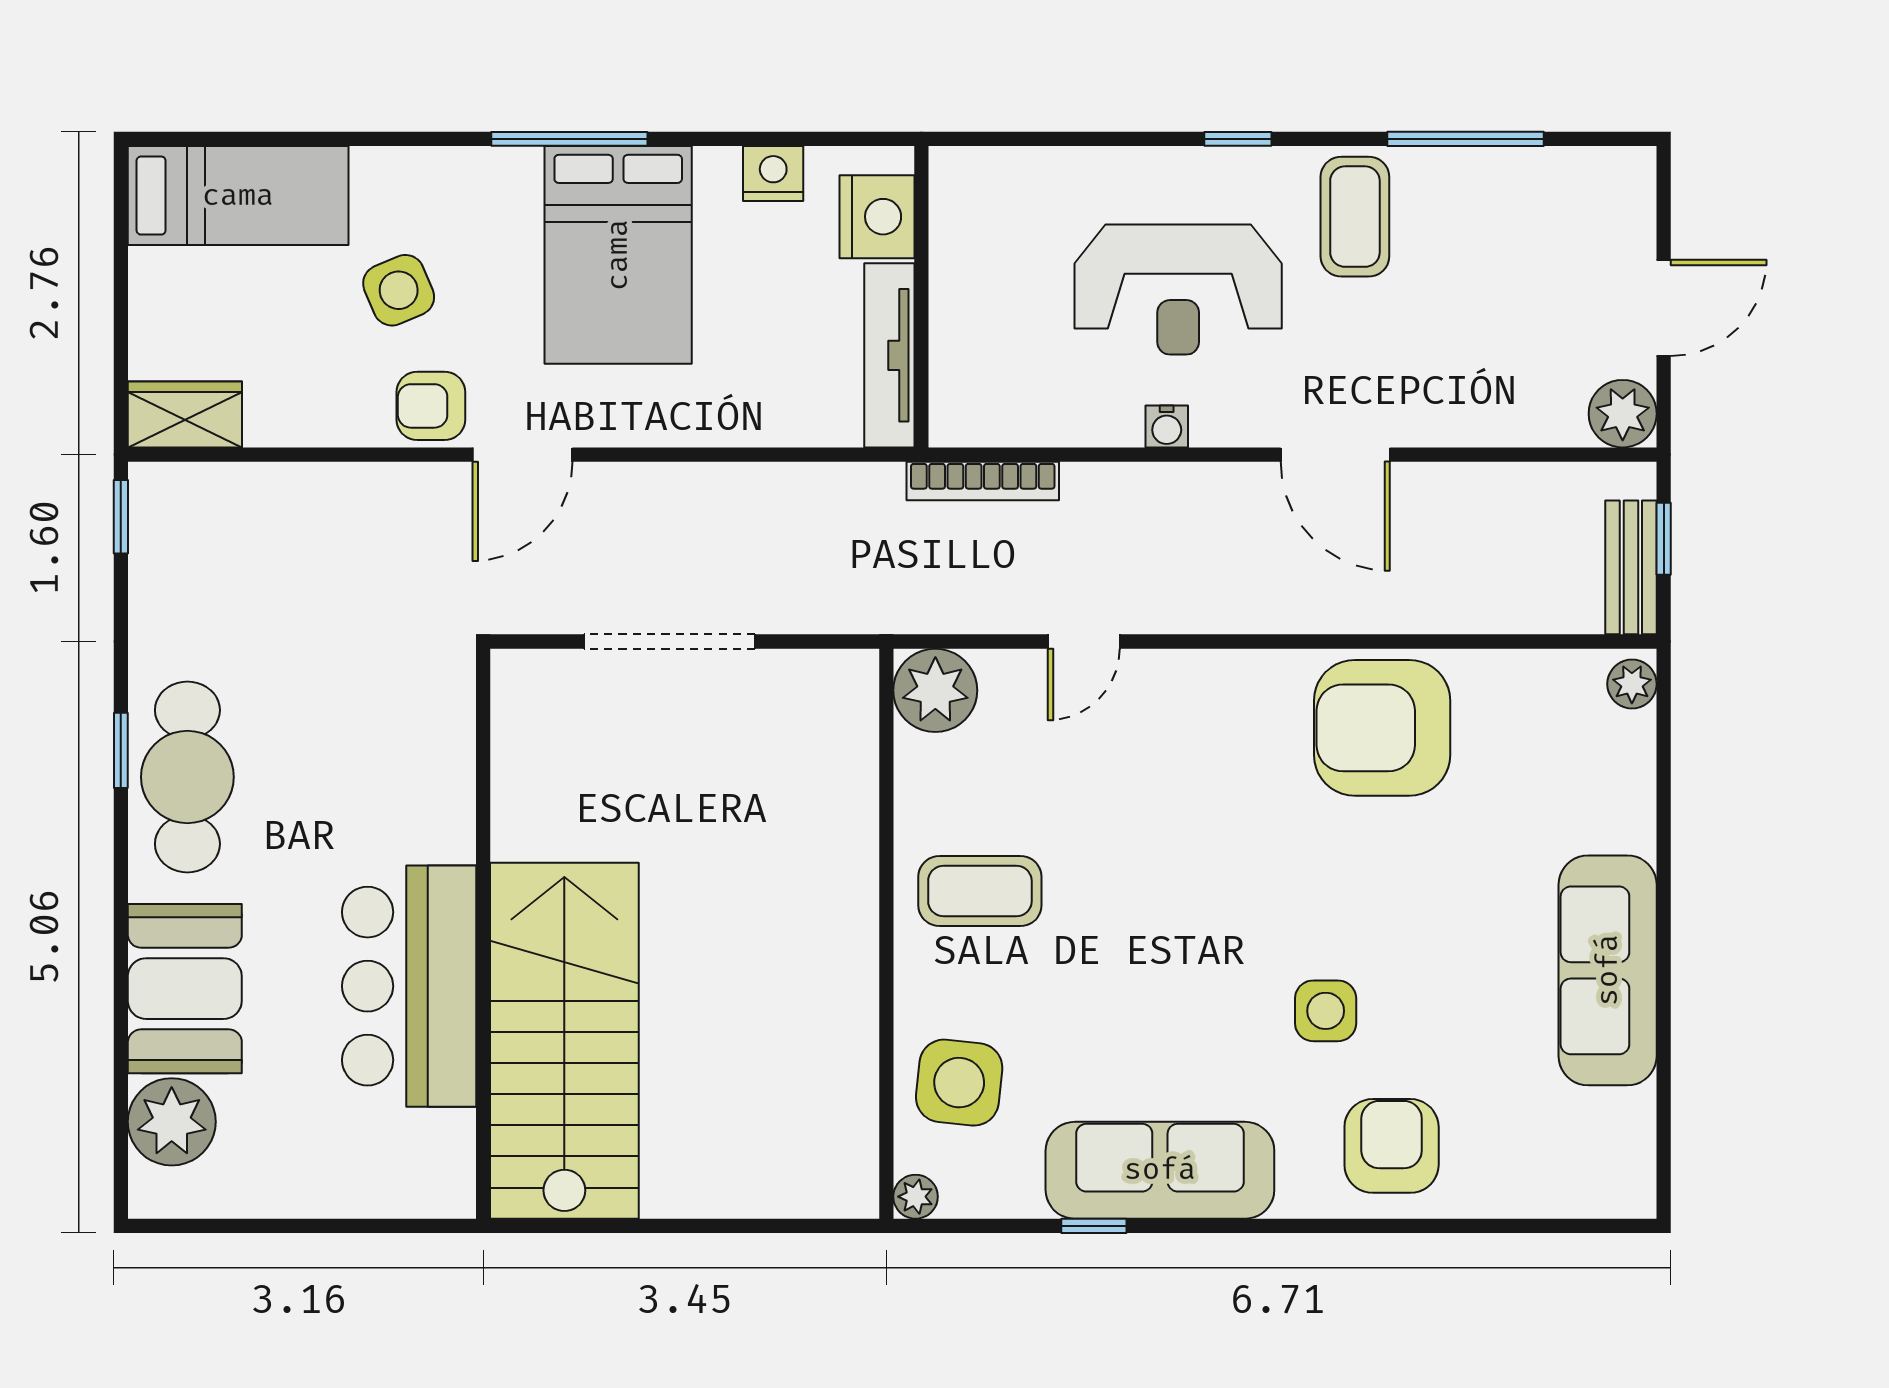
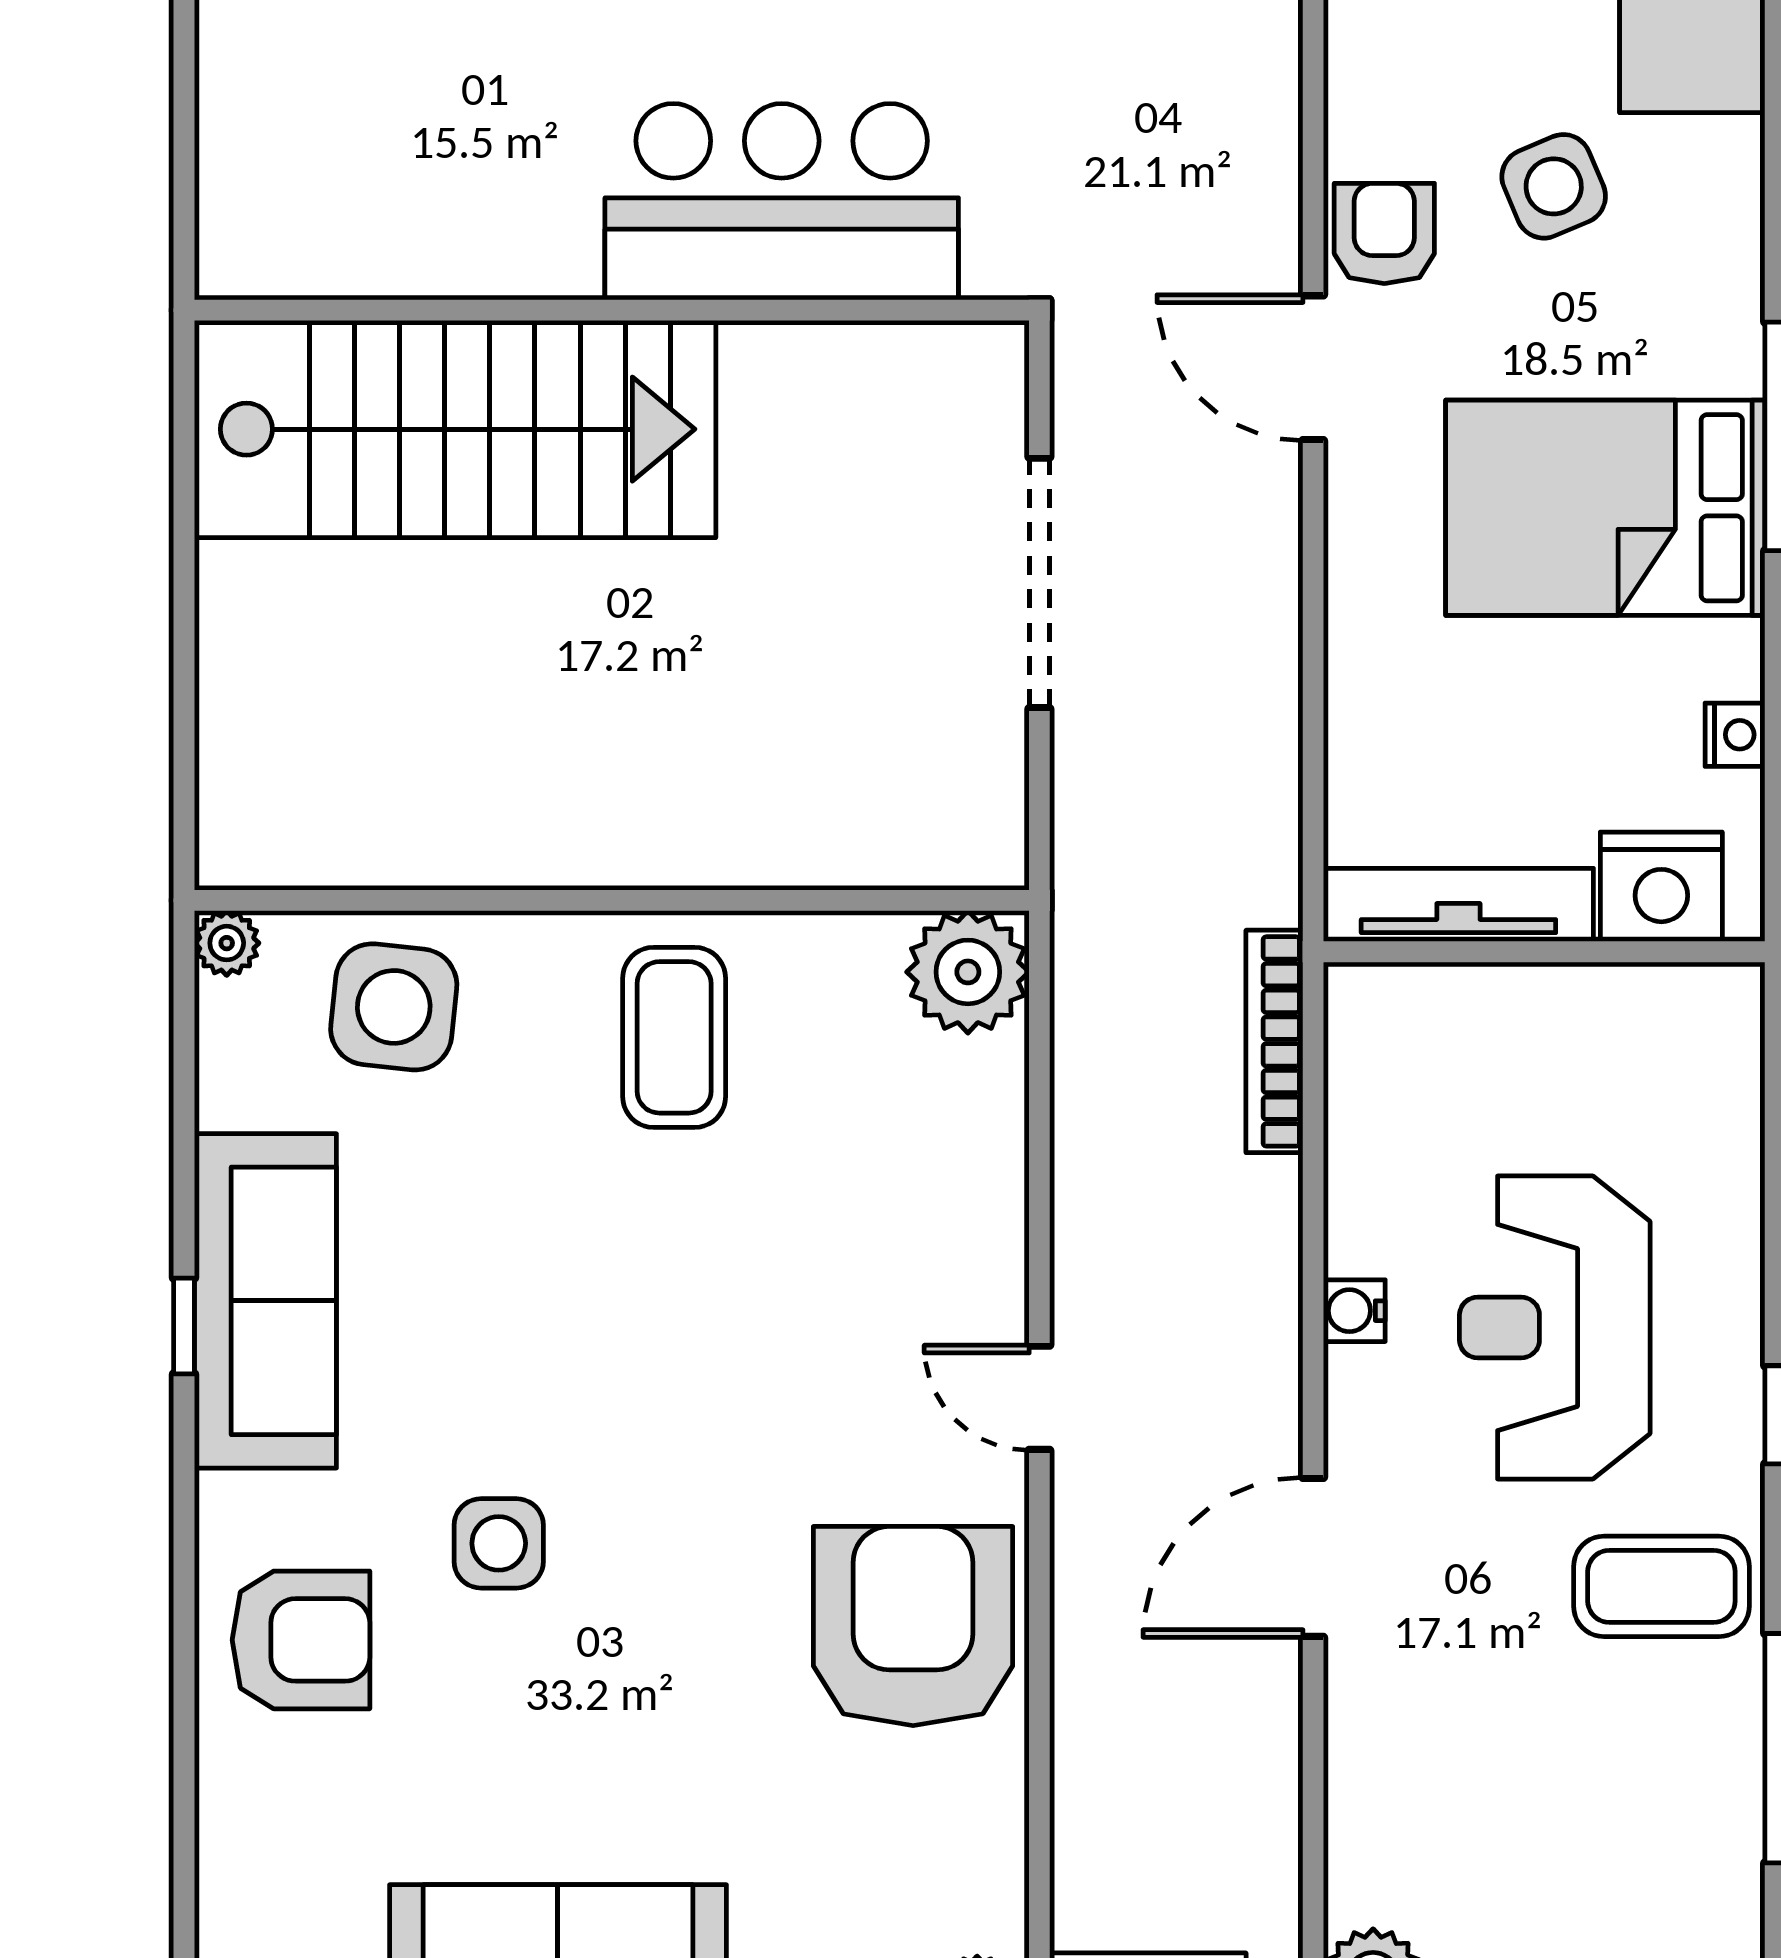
nightstand: (773, 174) -> (1735, 735), width x0.72, depth x0.74
door: (1084, 642) -> (1039, 1398), moved
bar counter: (409, 986) -> (782, 202), moved
window: (1094, 1226) -> (184, 1326), moved

